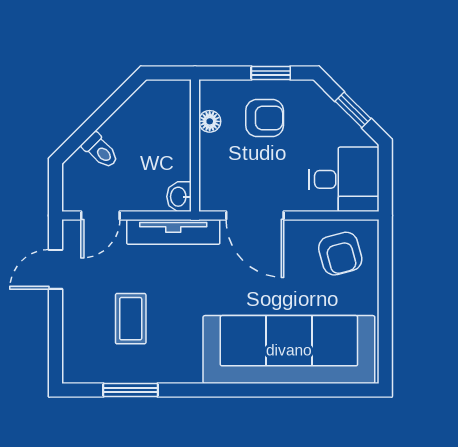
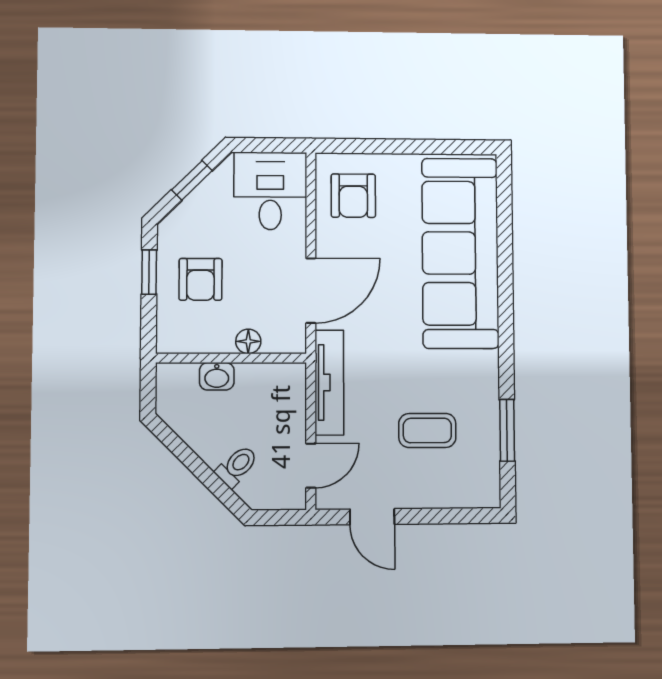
armchair: (265, 118) -> (200, 279), turned 180
floor lamp: (210, 121) -> (248, 341), moved
washbasin: (179, 197) -> (217, 376), moved
door: (100, 216) -> (311, 466), hinge flipped
armchair: (340, 254) -> (353, 196), turned 105

